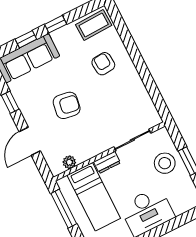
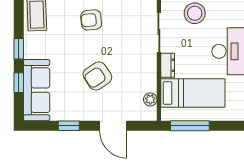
armchair: (103, 64) -> (91, 20), moved
armchair: (67, 105) -> (97, 76), turned -133

